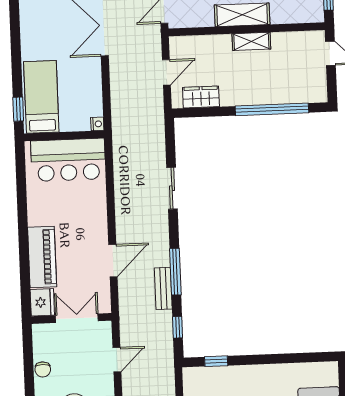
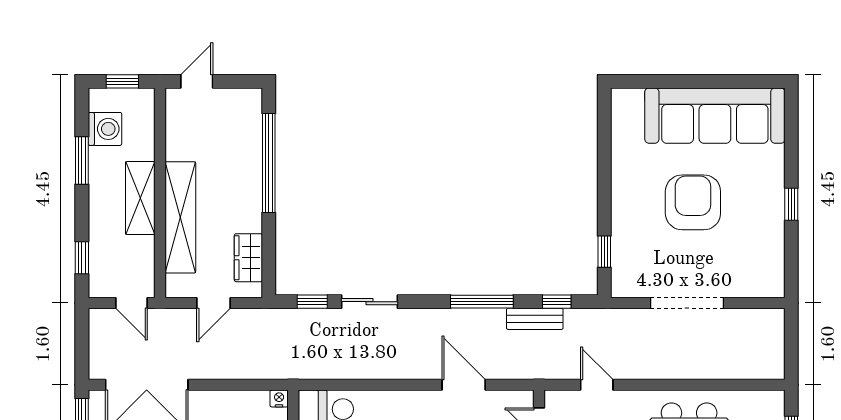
shelving: (251, 41) -> (180, 217), width x2.20, depth x1.33
door: (166, 72) -> (214, 303), swing flipped
window: (170, 146) -> (312, 302), added
bench: (163, 288) -> (535, 319), moved

